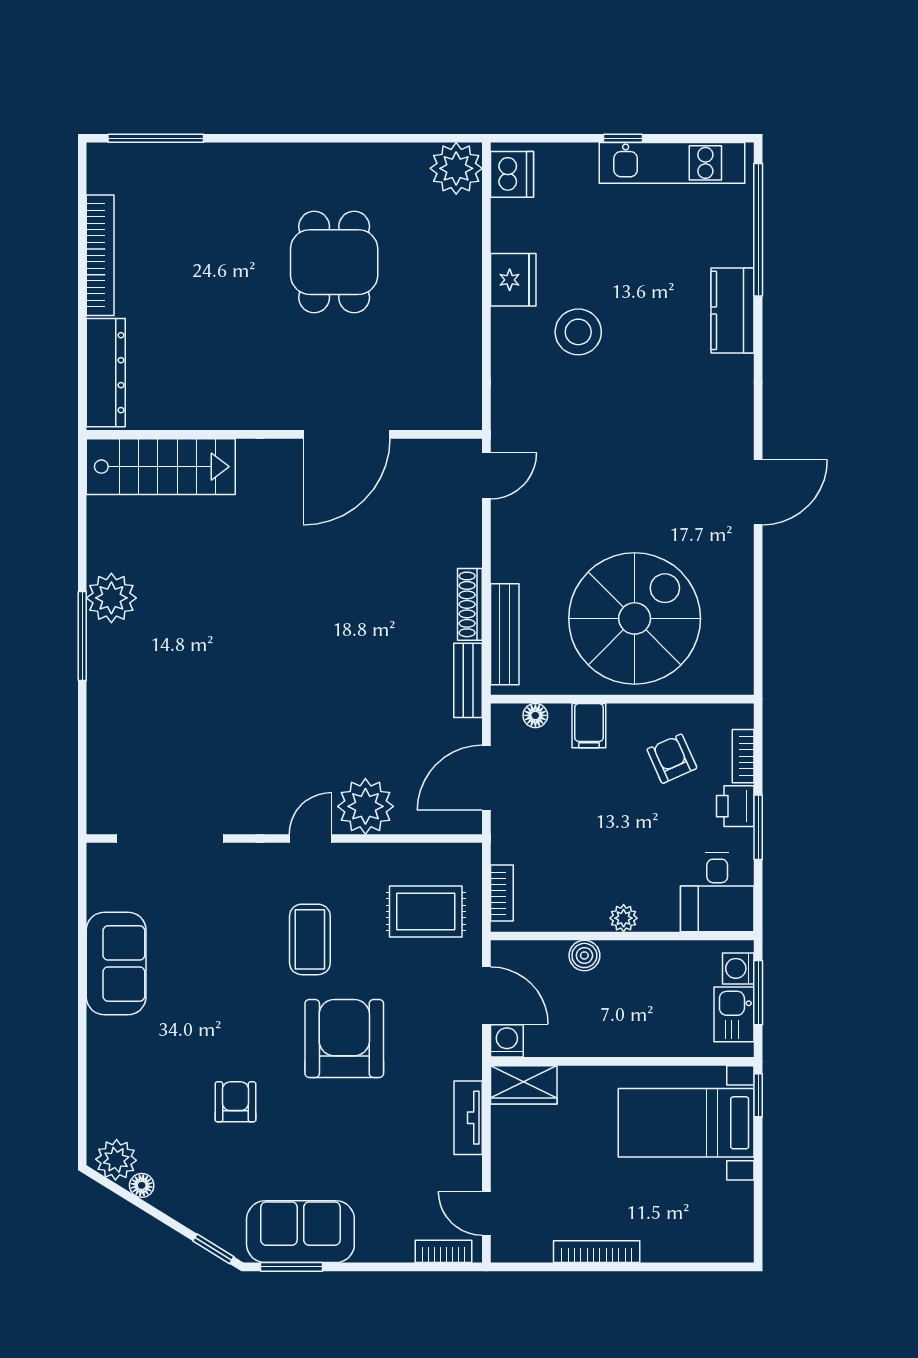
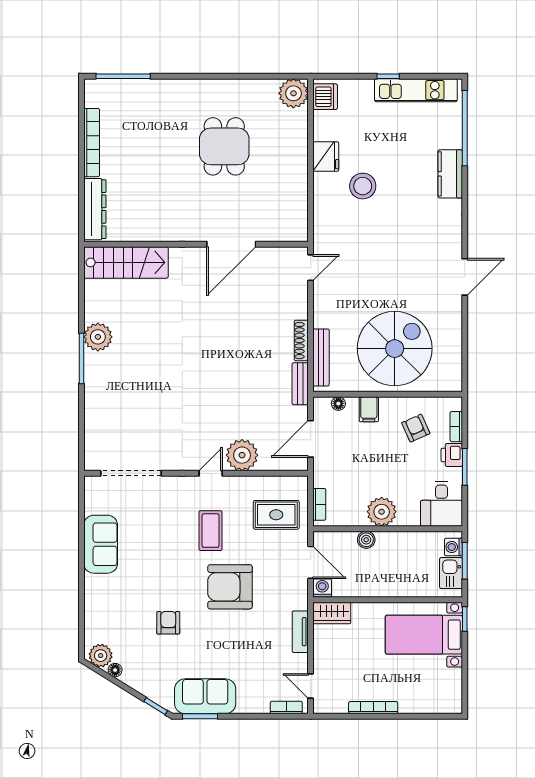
plant: (624, 918) -> (382, 512), width x1.88, depth x1.88
armchair: (344, 1039) -> (230, 587), turned -90

